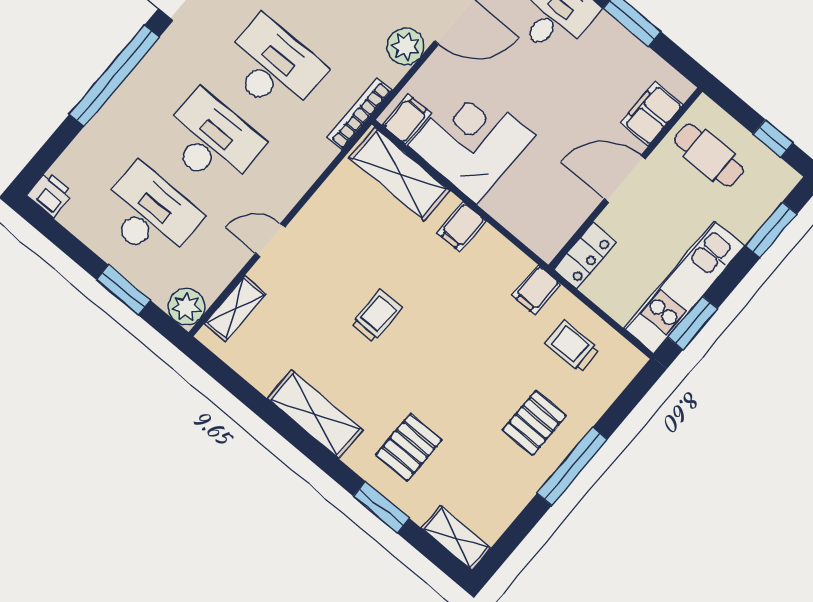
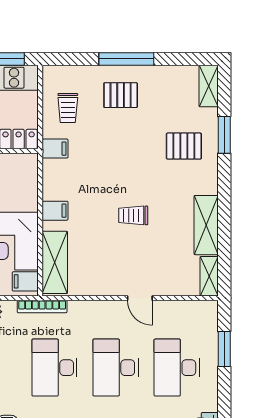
plant: (186, 307) -> (206, 312), removed
shelving: (235, 309) -> (209, 276), moved, turned 90
shelving: (315, 414) -> (206, 225), moved

